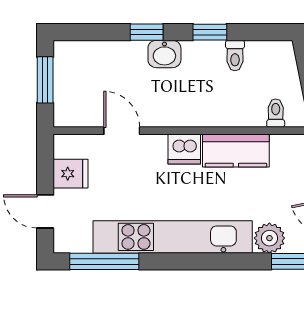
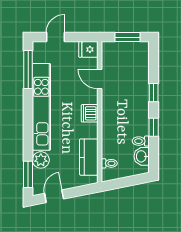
washbasin: (164, 54) -> (142, 156), moved
door: (122, 131) -> (100, 79), swing flipped
kitchen counter: (236, 151) -> (89, 157), moved
fridge: (70, 174) -> (88, 49), moved, turned 90

